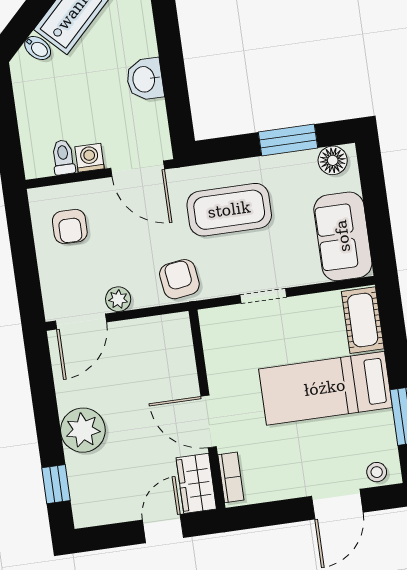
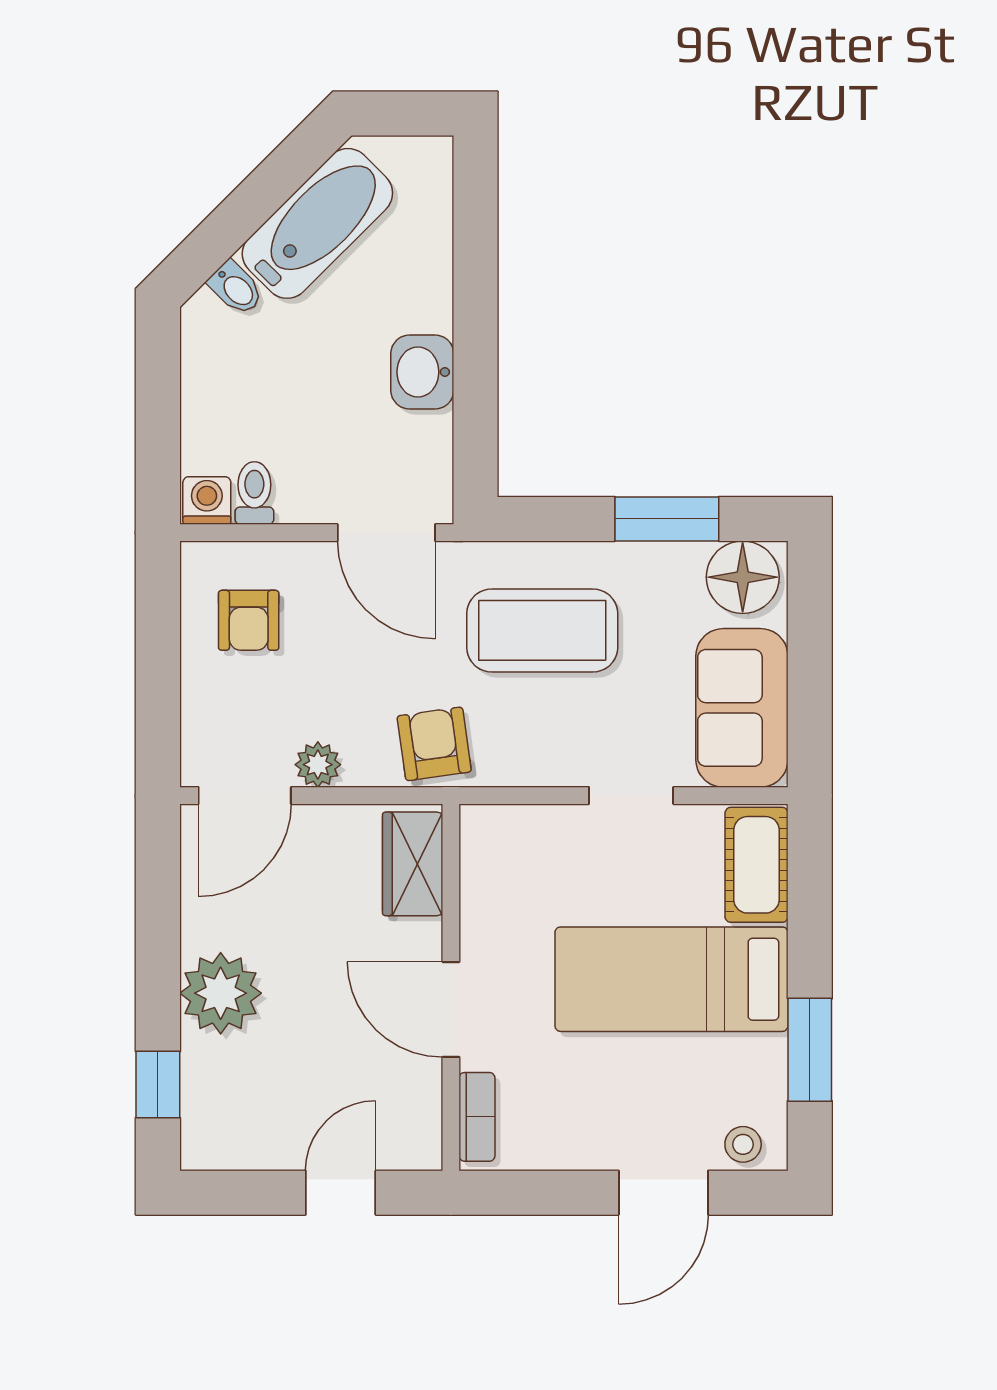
washing machine: (90, 158) -> (207, 501), moved
floor lamp: (333, 160) -> (743, 577), width x1.38, depth x1.38
doorway: (263, 296) -> (631, 796), moved
wardrobe: (196, 483) -> (413, 864), moved

